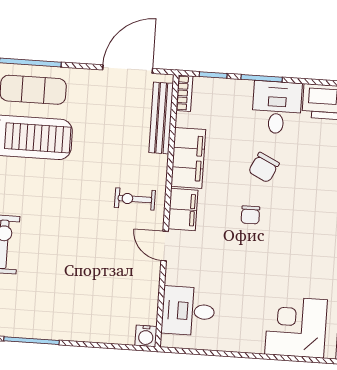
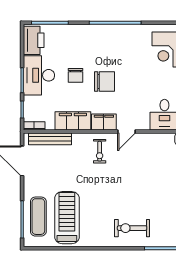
desk: (277, 107) -> (39, 75), width x1.37
chair: (264, 168) -> (75, 75), turned 64
chair: (250, 215) -> (104, 81), width x1.87, depth x1.87

